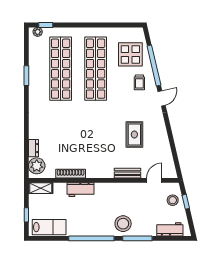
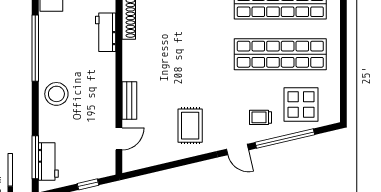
rug: (134, 135) -> (190, 126), moved, turned 90
door: (154, 180) -> (119, 139), hinge flipped
stool: (173, 200) -> (90, 166), removed
window: (137, 238) -> (35, 157), moved

